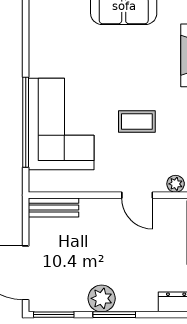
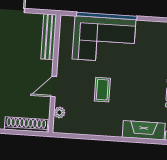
bench: (54, 208) -> (49, 37), width x1.36

